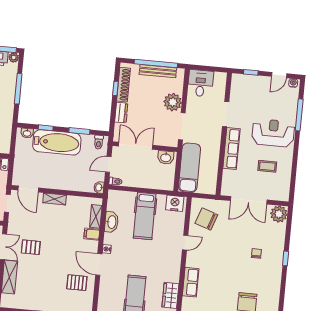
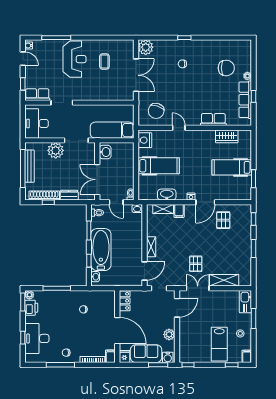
desk: (200, 83) -> (37, 123), width x1.37
reception desk: (273, 133) -> (74, 59), turned 180
row of seats: (231, 148) -> (37, 95), moved, width x0.68

